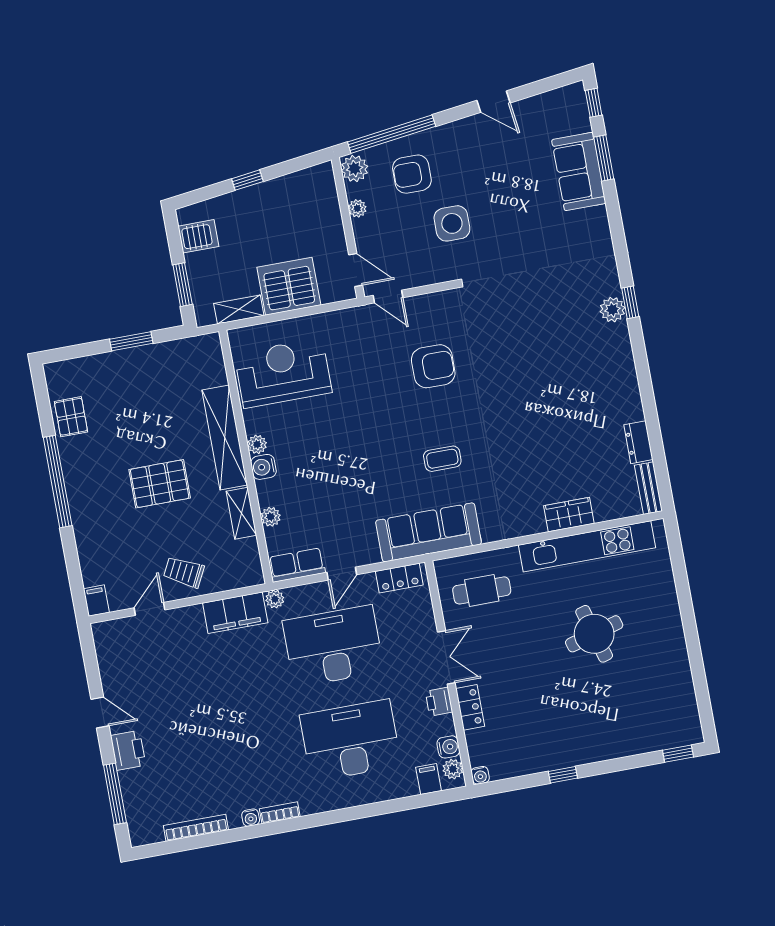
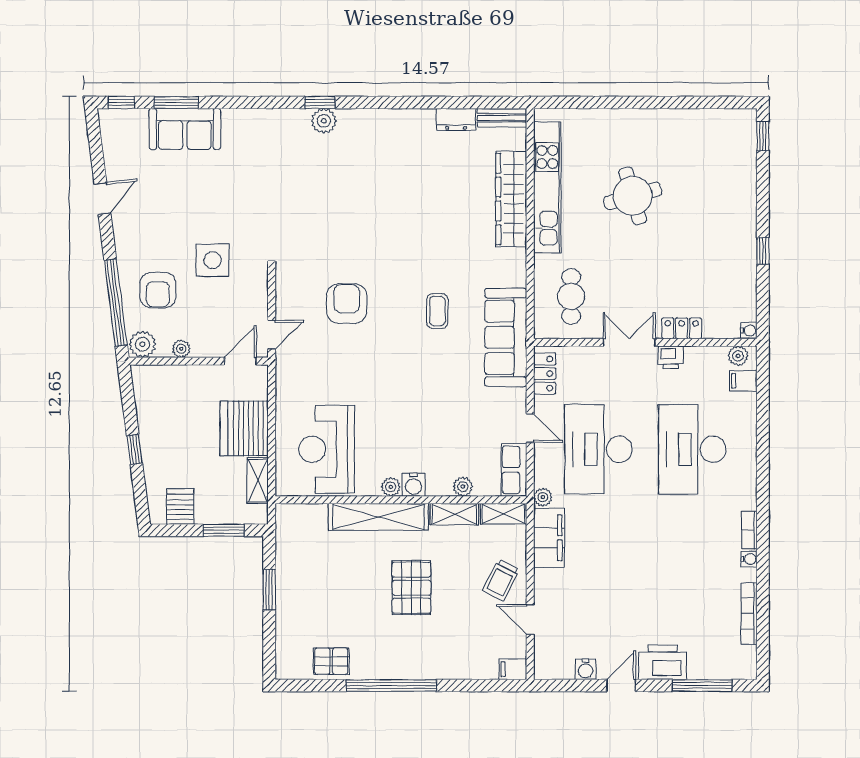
wardrobe: (569, 515) -> (511, 199), width x2.10, depth x1.17
shelving: (251, 563) -> (503, 514), added
water cooler: (448, 747) -> (586, 669), moved, turned 180
printer: (128, 750) -> (663, 662), width x1.37, depth x1.19

